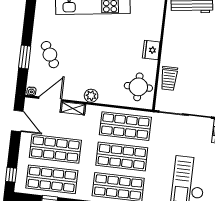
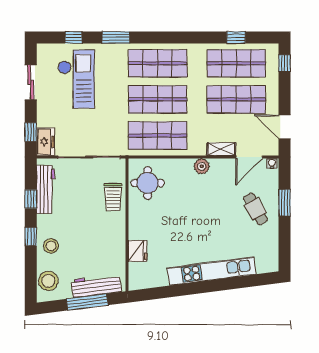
fridge: (151, 50) -> (138, 251), moved
trolley: (169, 78) -> (113, 197), turned 180

